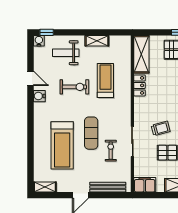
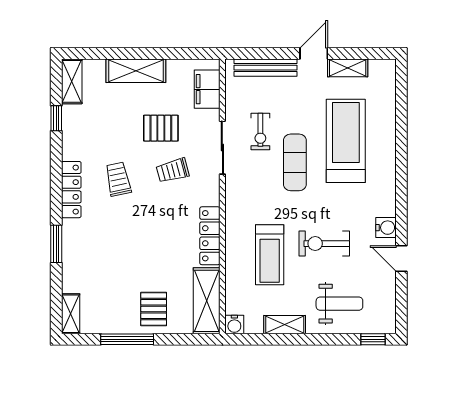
water cooler: (39, 41) -> (234, 325), moved
locker: (139, 85) -> (210, 236), width x1.53
filing cabinet: (145, 185) -> (207, 89), moved, turned 90
shelving: (45, 187) -> (348, 68), moved

